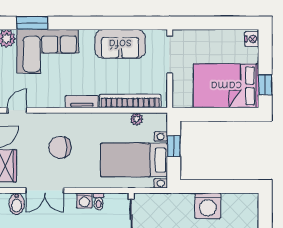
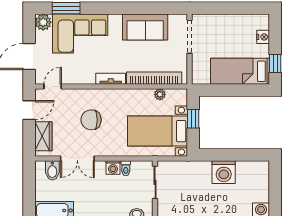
nightstand: (252, 39) -> (263, 37), moved
bed: (226, 86) -> (240, 71), width x0.67

